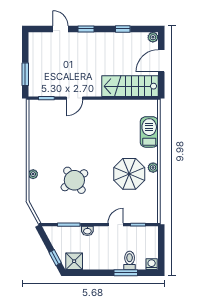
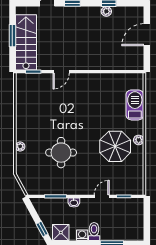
plant: (153, 37) -> (106, 11), moved
window: (25, 74) -> (12, 36), moved
stairs: (130, 86) -> (26, 42), moved, turned 90
round table: (74, 180) -> (61, 153), turned 36
toilet: (130, 260) -> (94, 232), moved
washing machine: (152, 264) -> (82, 235), moved

